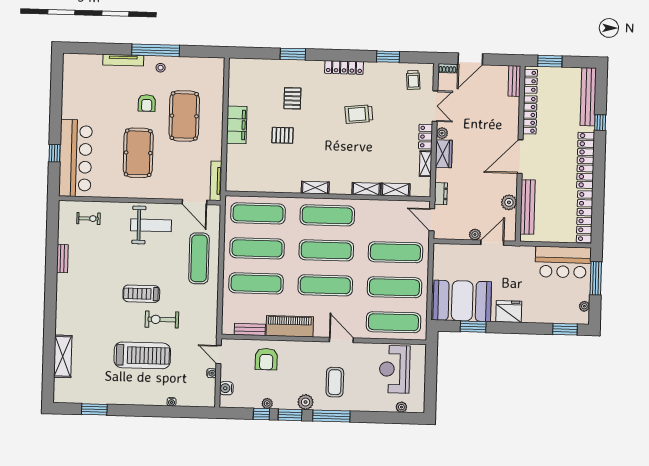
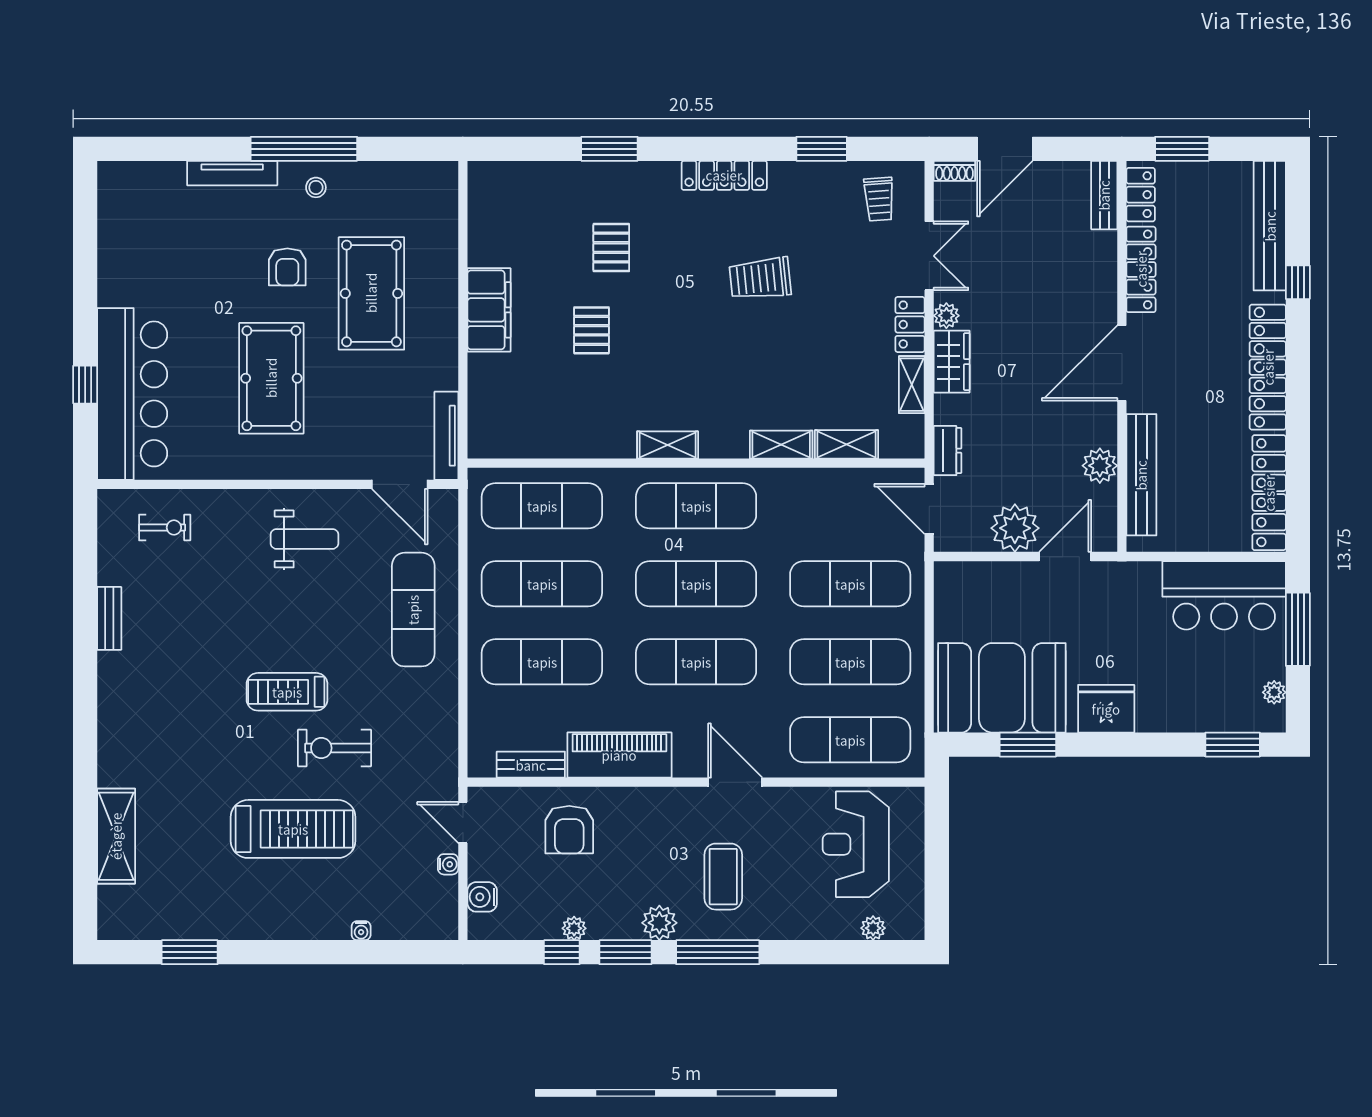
pallet: (282, 135) -> (591, 330), turned 90
weight bench: (151, 225) -> (304, 539), width x0.73, depth x0.75
plant: (475, 234) -> (1015, 528), width x1.87, depth x1.87

